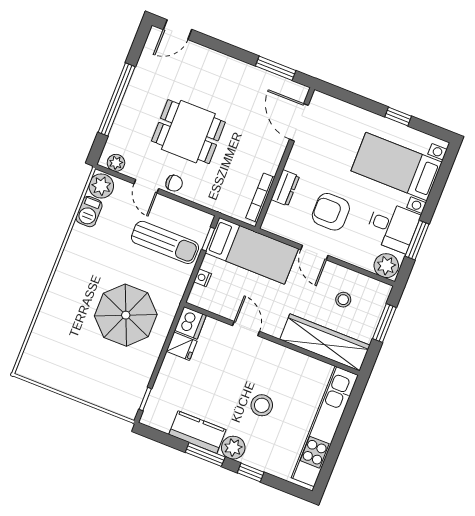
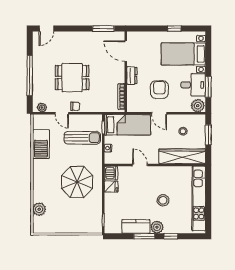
plant: (101, 186) -> (39, 209), moved
dresser: (285, 188) -> (132, 75), moved
barbecue: (89, 212) -> (41, 144), width x1.88, depth x1.53
armchair: (331, 212) -> (159, 90), turned 90

